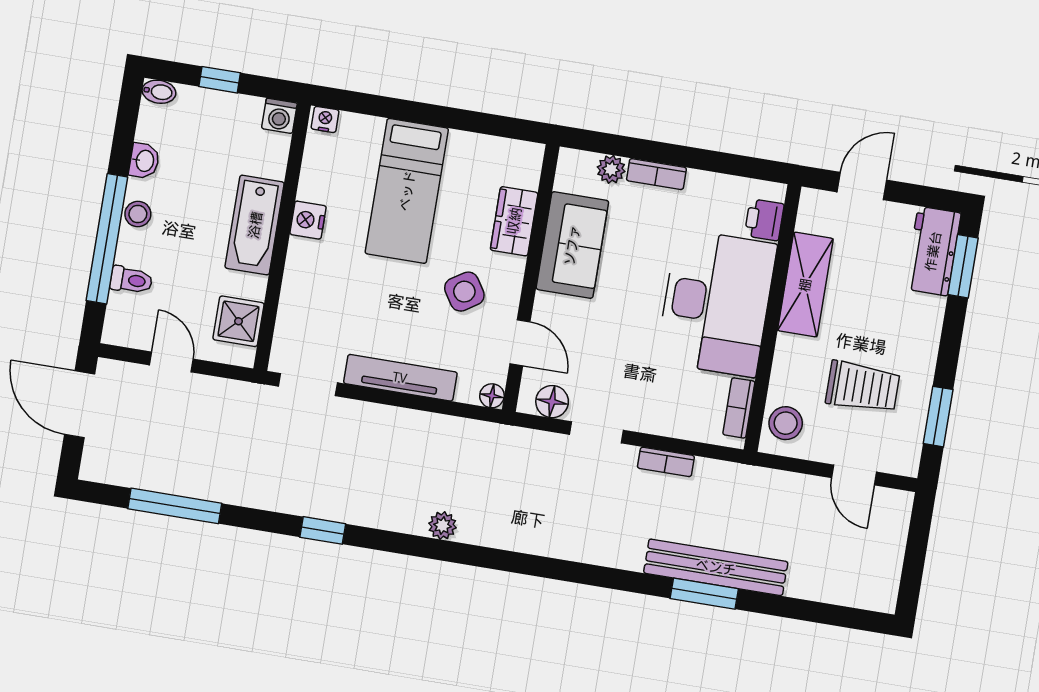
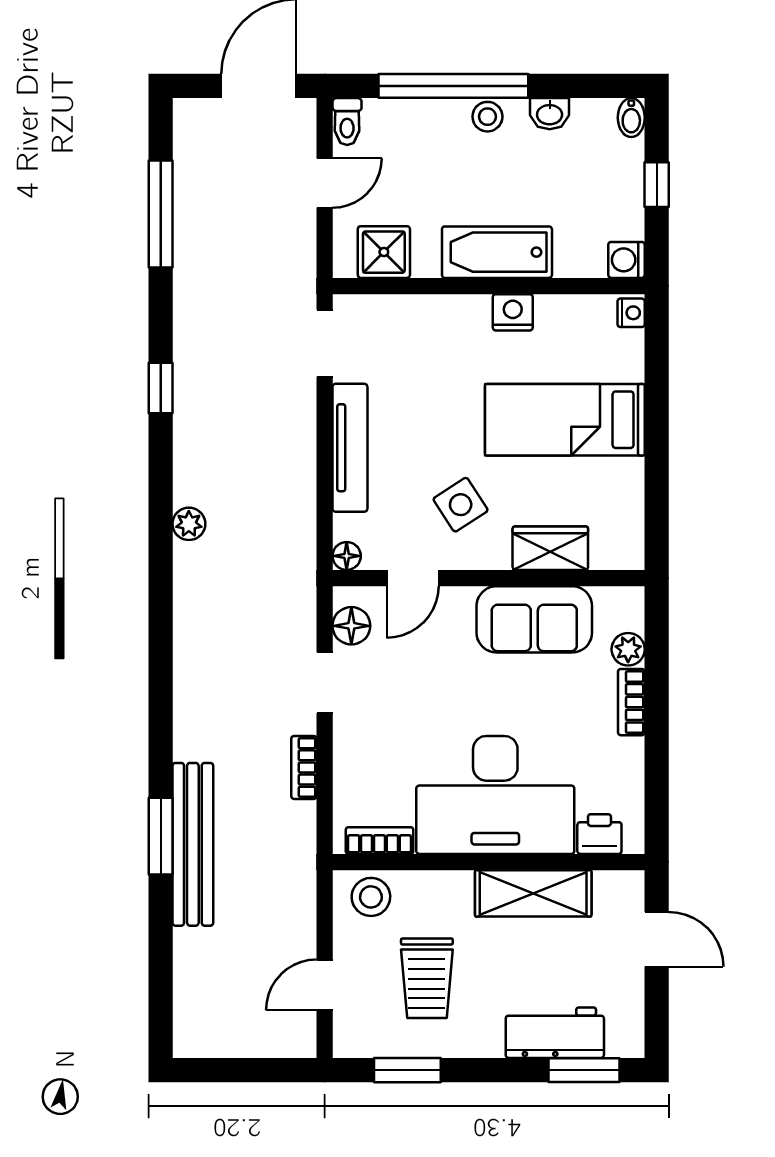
workbench: (933, 251) -> (555, 1033), moved
toilet: (131, 280) -> (347, 122), moved

